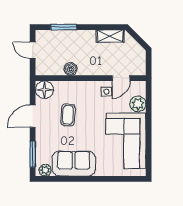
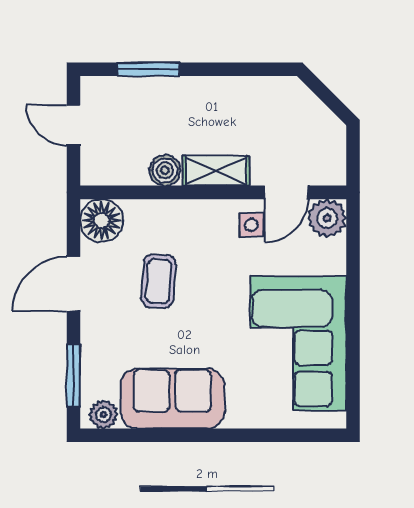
shelving: (110, 36) -> (216, 171), moved
plant: (138, 104) -> (327, 218), moved

